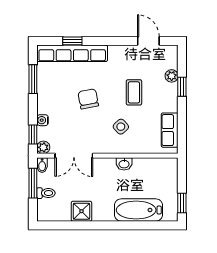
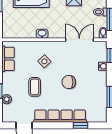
row of seats: (72, 53) -> (60, 116), moved
chair: (88, 99) -> (69, 82), turned 101
plant: (43, 147) -> (102, 46), removed

